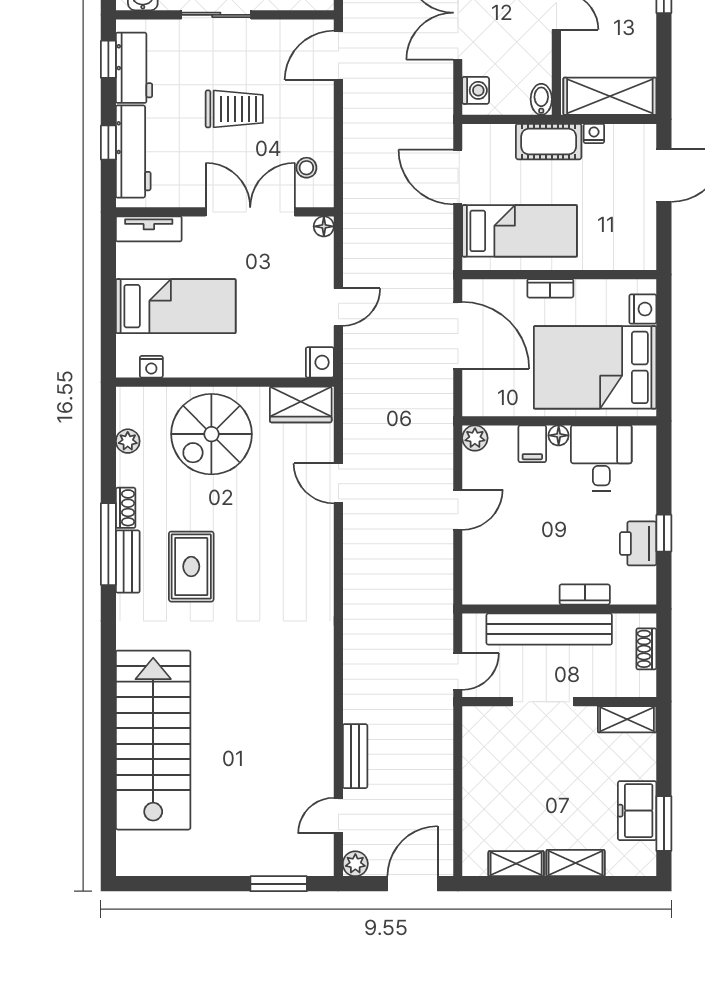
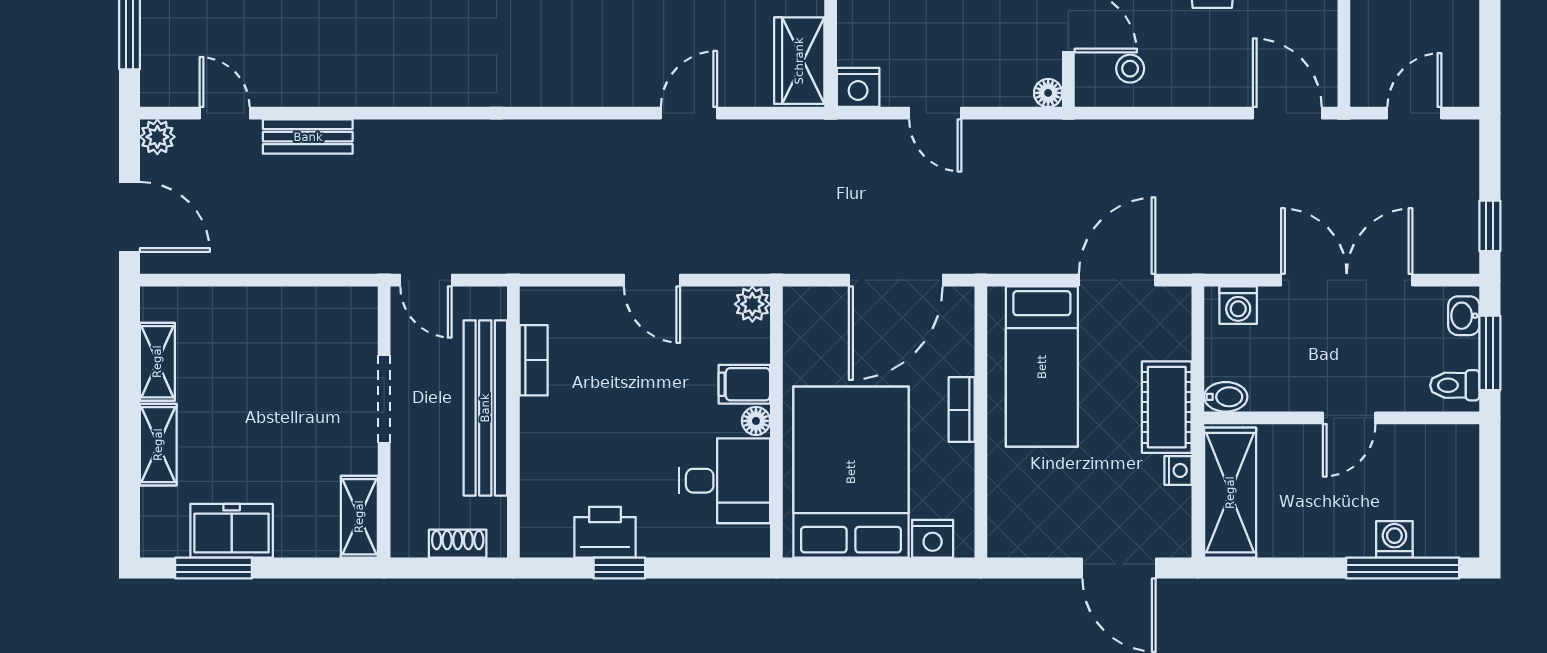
bookcase: (585, 594) -> (534, 360), moved

